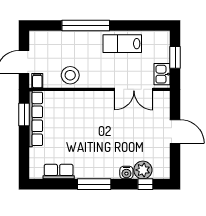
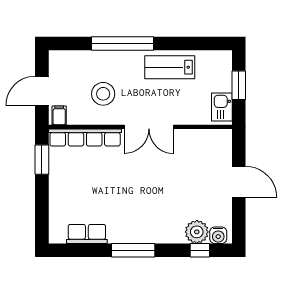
stool: (70, 75) -> (103, 94), moved
double door: (134, 89) -> (149, 127), moved
row of seats: (36, 119) -> (85, 137), moved, turned 90
water cooler: (126, 173) -> (218, 235), moved

